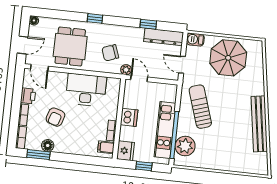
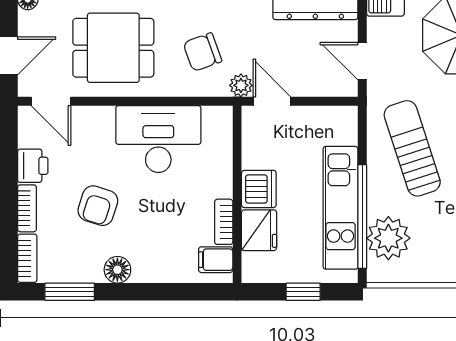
dining table: (70, 46) -> (113, 48), turned 90
floor lamp: (48, 146) -> (117, 270), moved
fridge: (125, 151) -> (259, 230), moved

